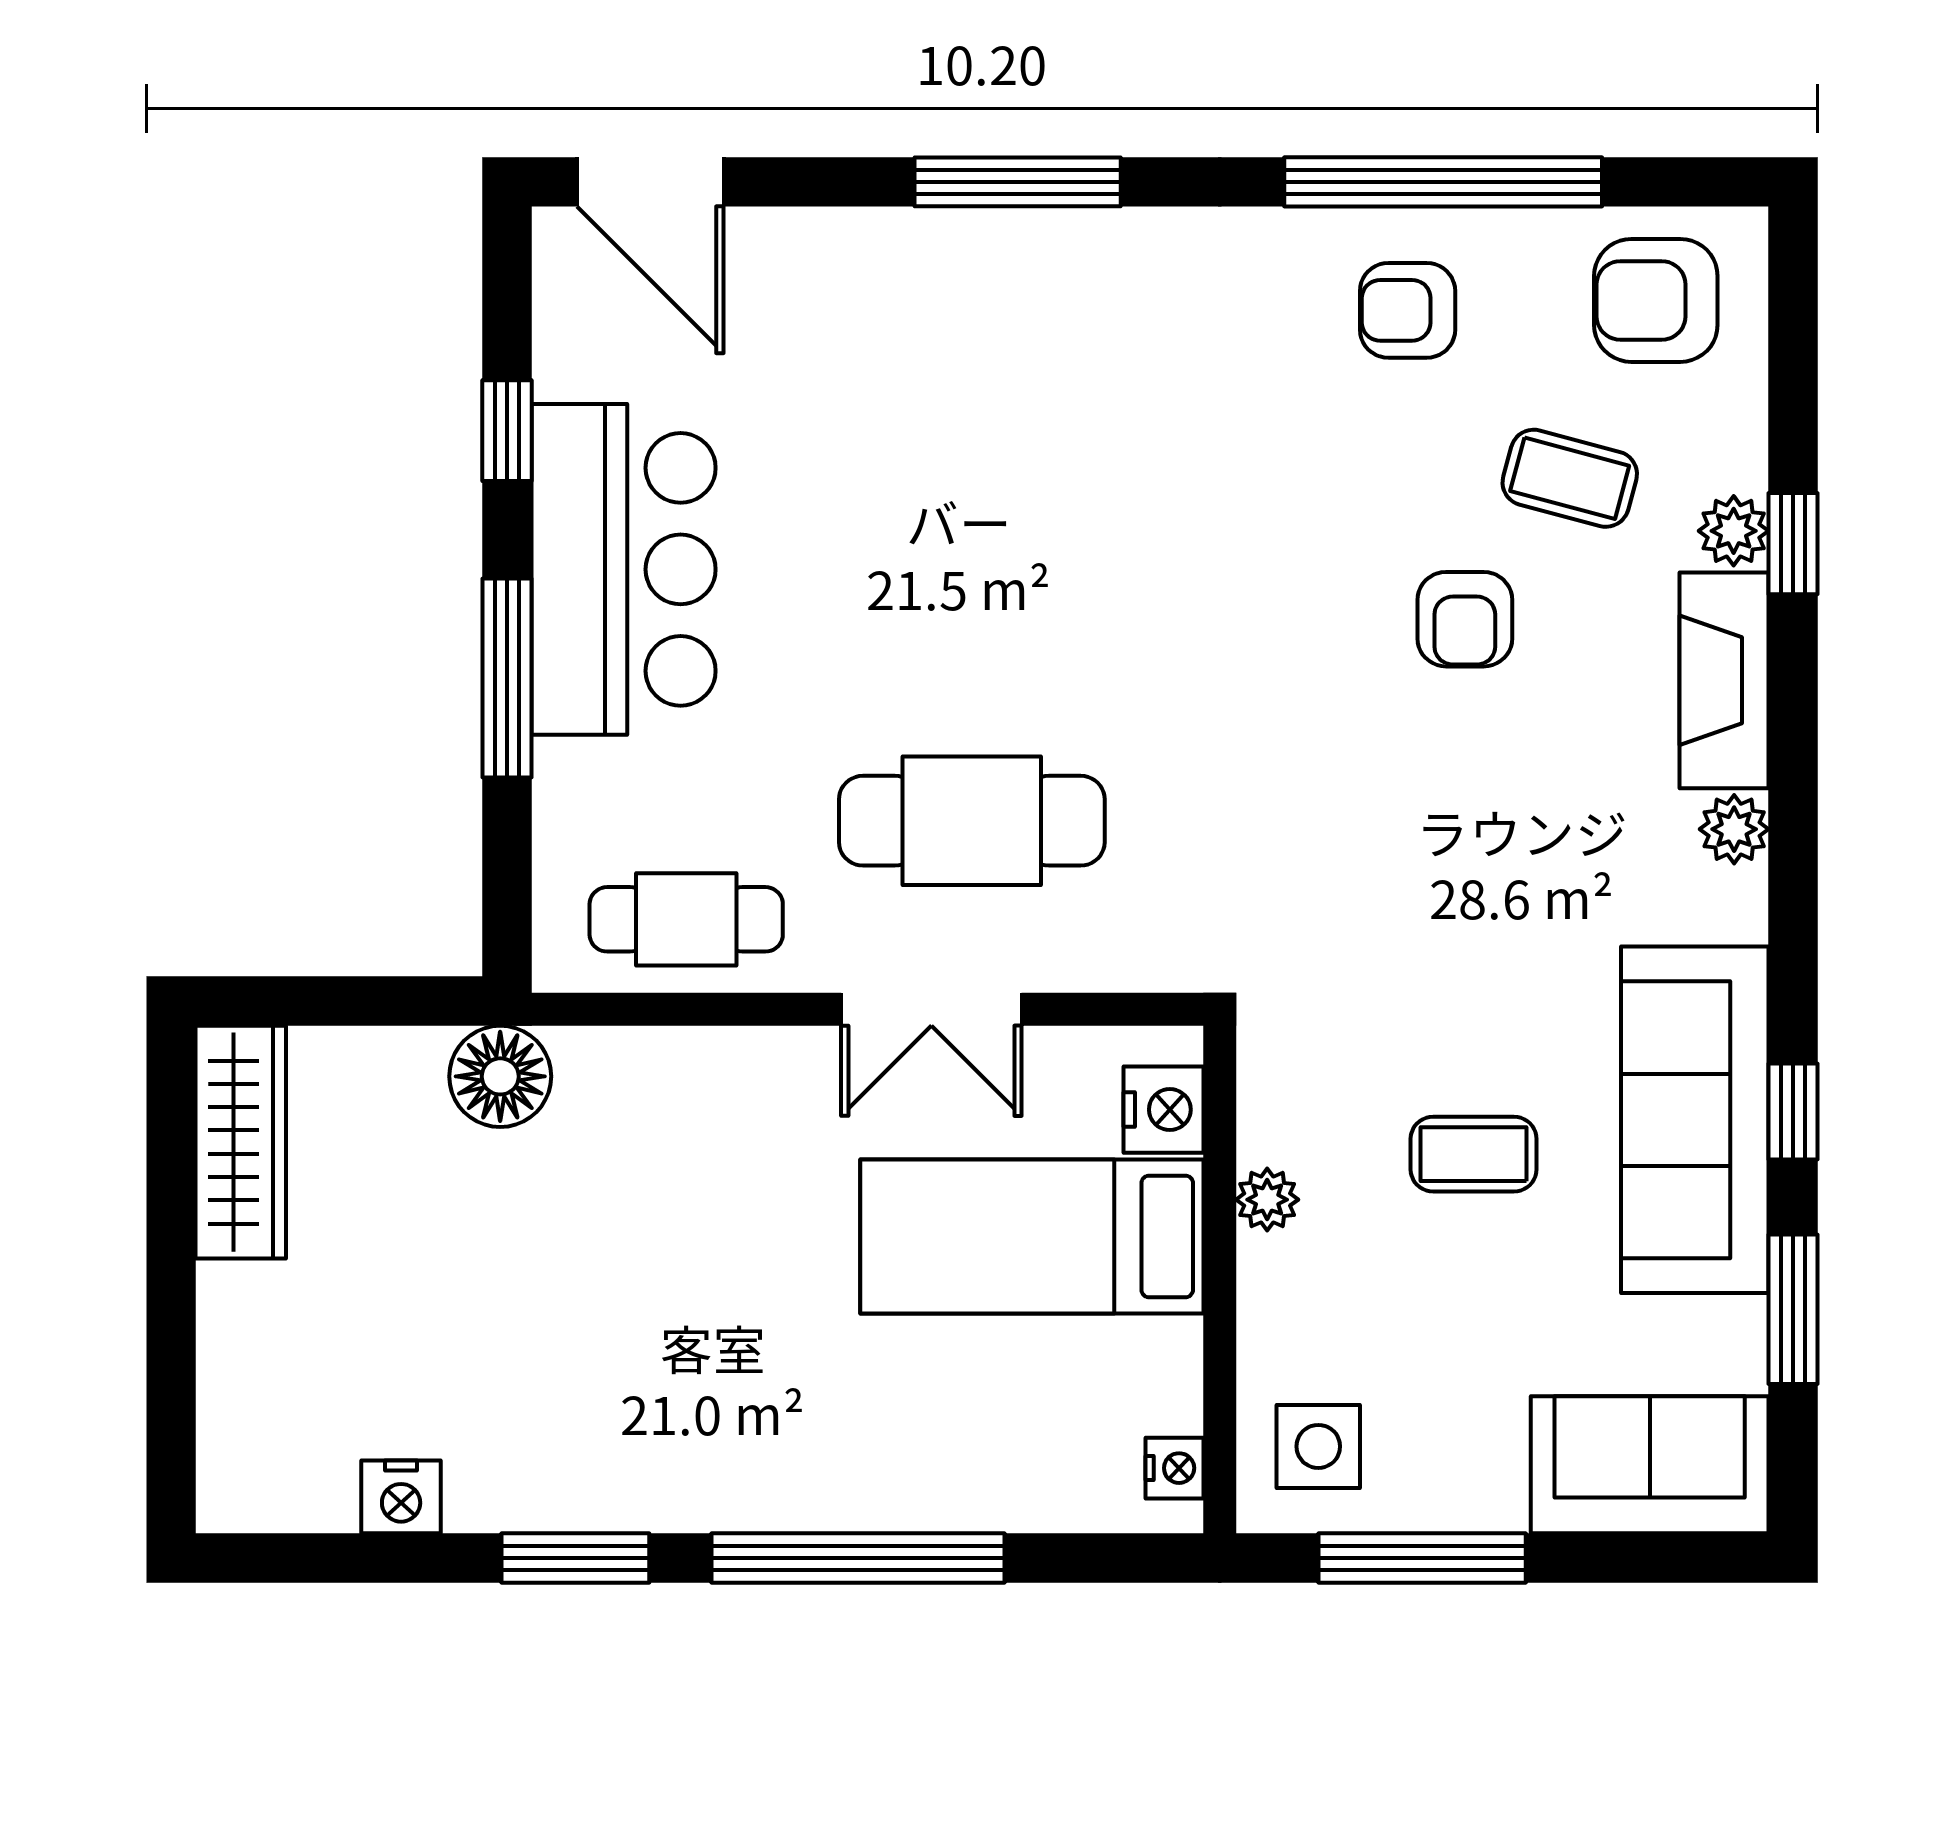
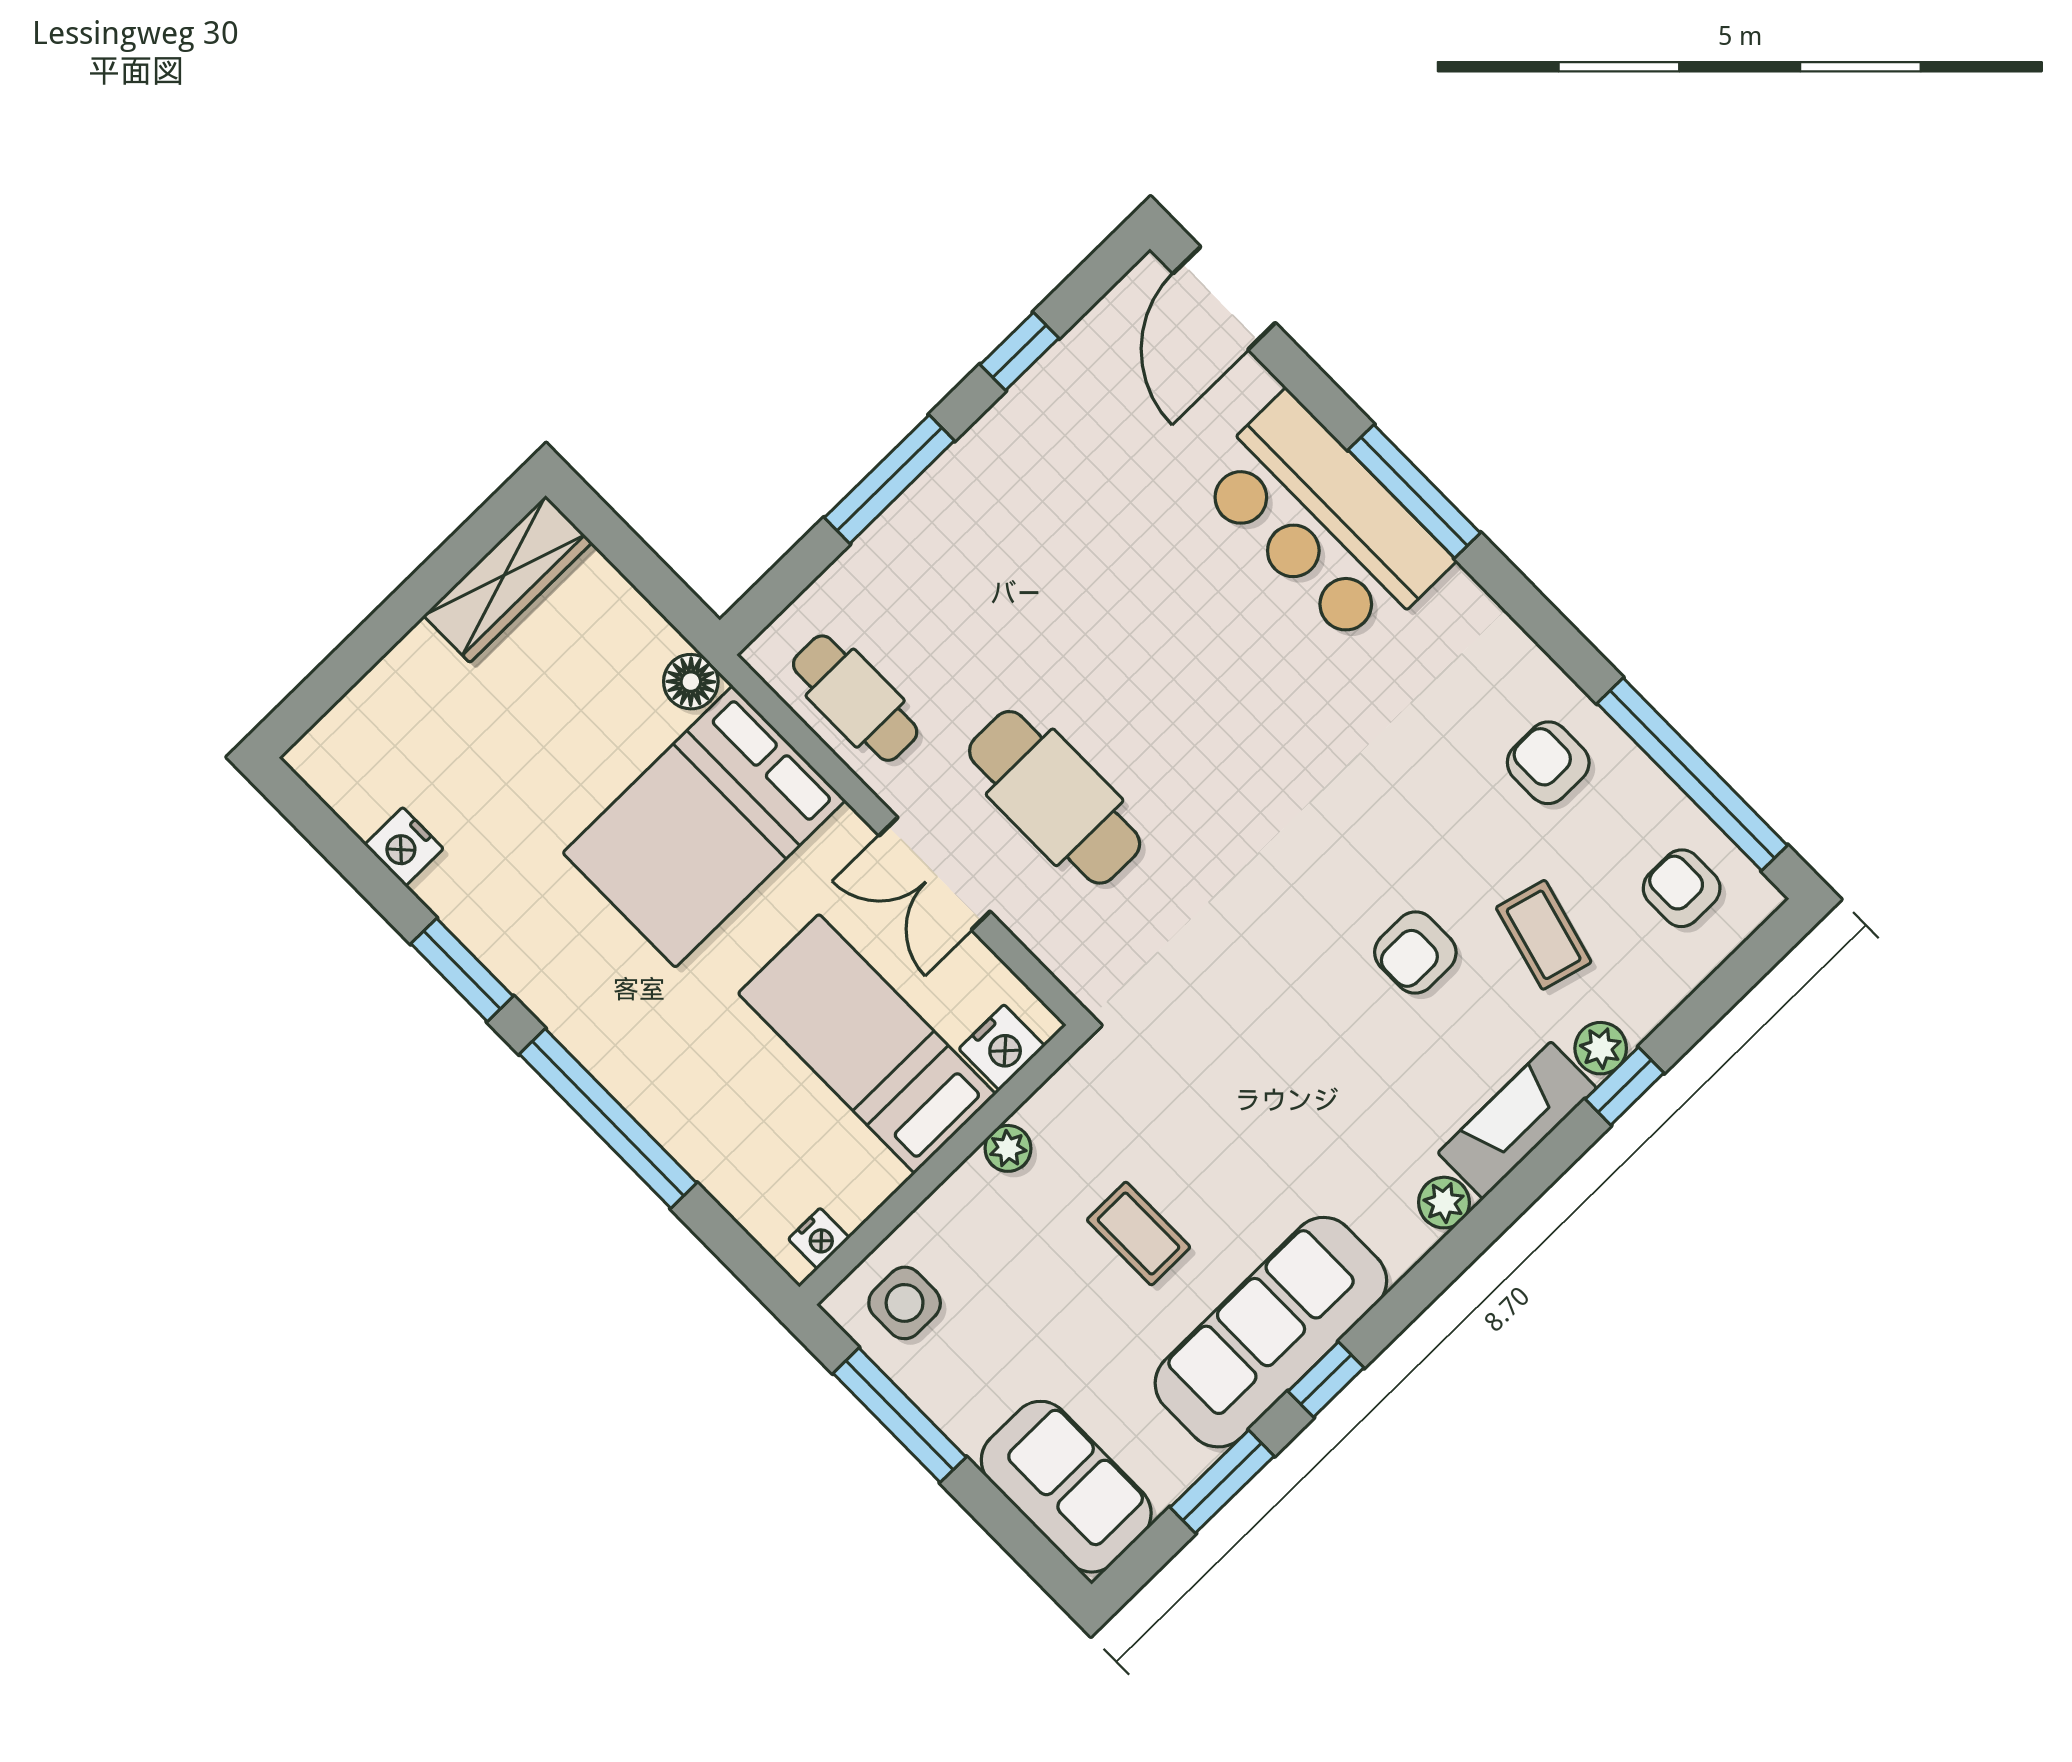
window: (1443, 182) -> (1692, 774), moved
armchair: (1656, 300) -> (1682, 888), width x0.72, depth x0.72
bar counter: (624, 569) -> (1323, 521), moved, turned 90
floor lamp: (500, 1076) -> (691, 682), width x0.73, depth x0.73
bed: (667, 1188) -> (704, 827), added

